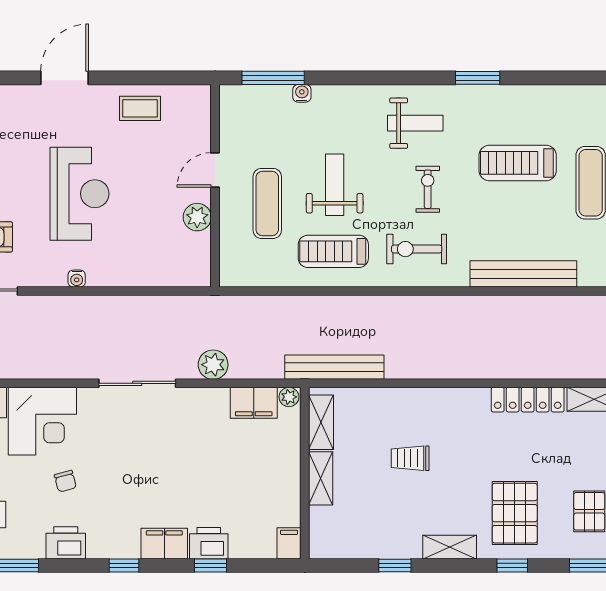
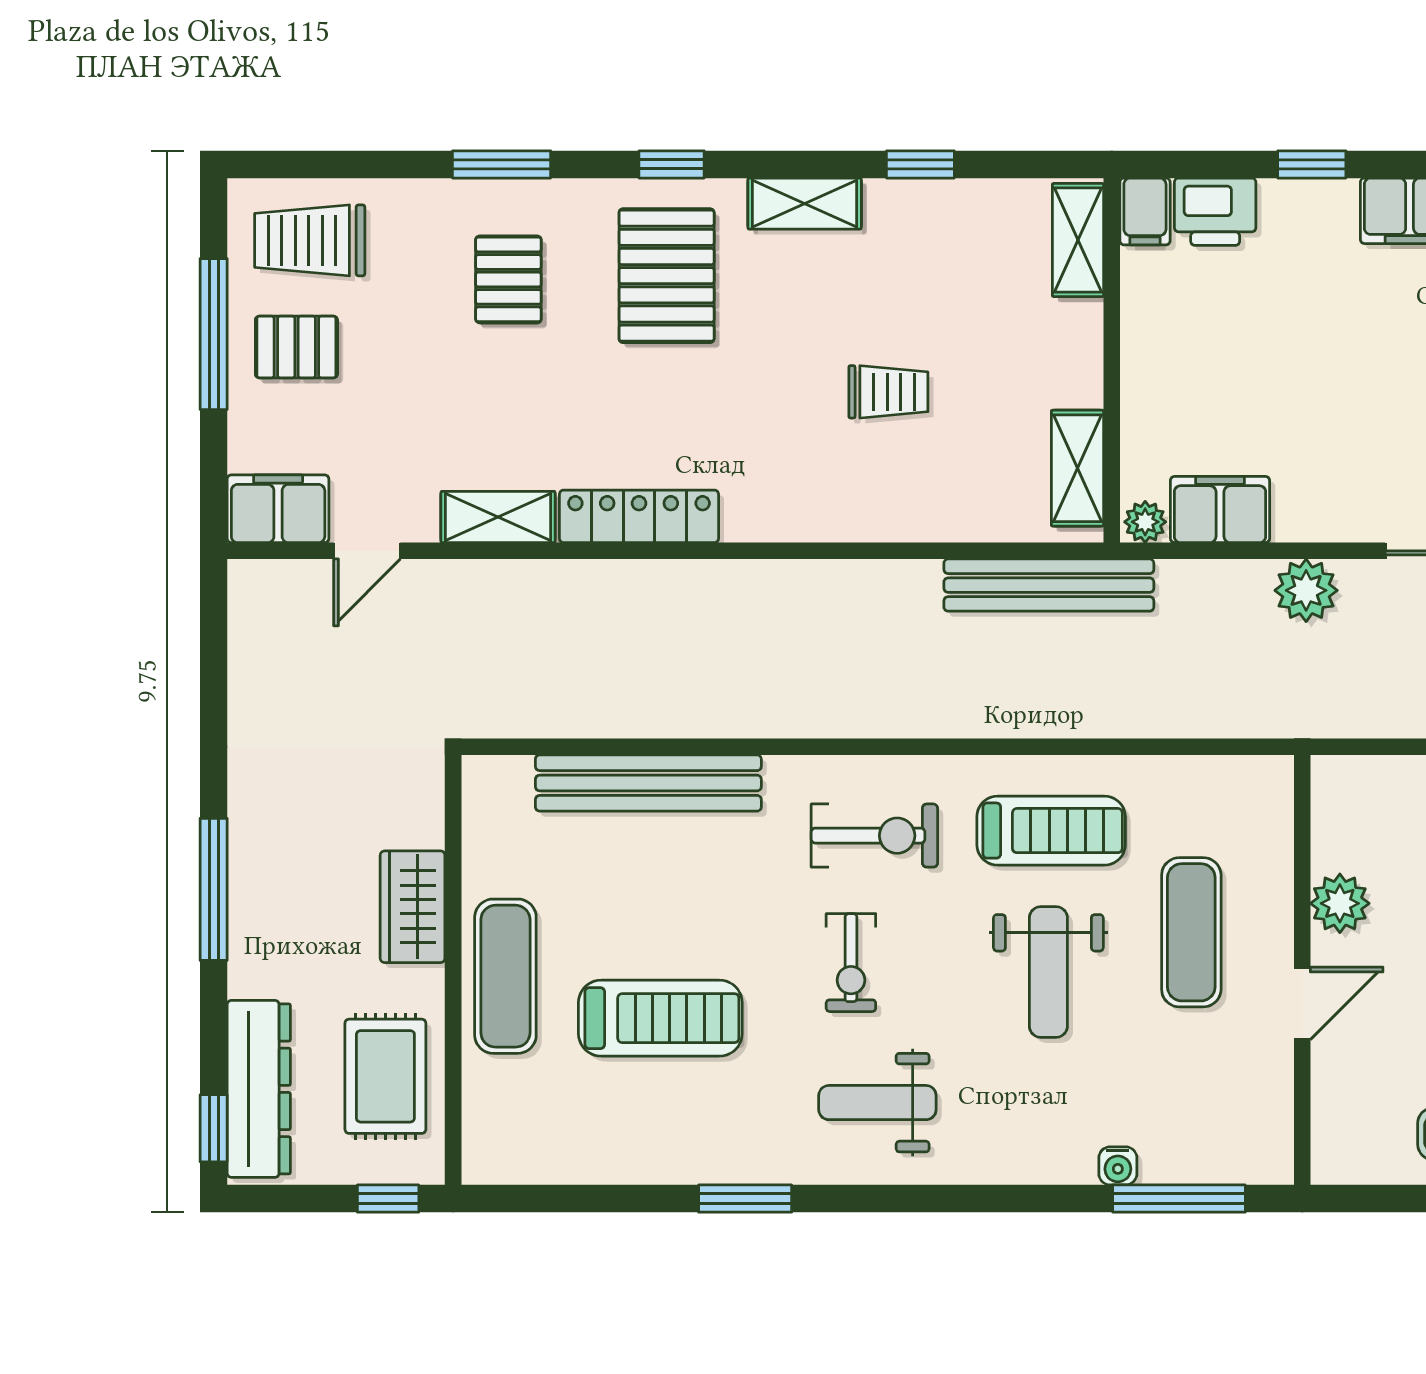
shelving: (321, 478) -> (1078, 240), moved
printer: (209, 543) -> (1215, 212), moved

